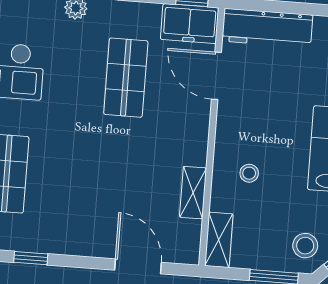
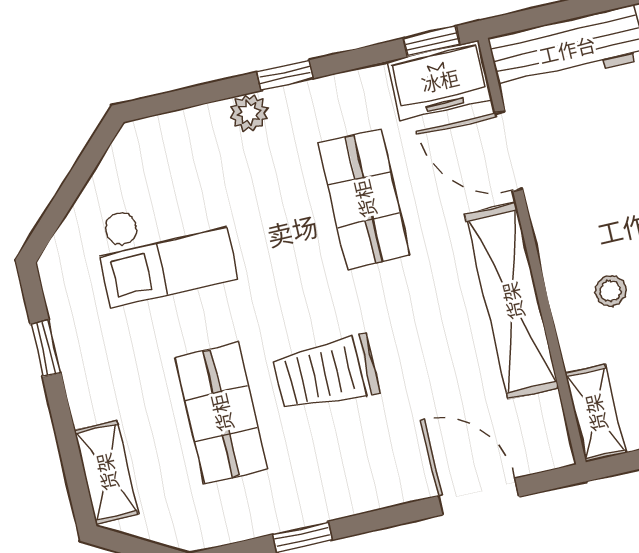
trolley: (73, 170) -> (326, 374), added
shelving: (193, 193) -> (512, 301), width x2.20, depth x1.33

